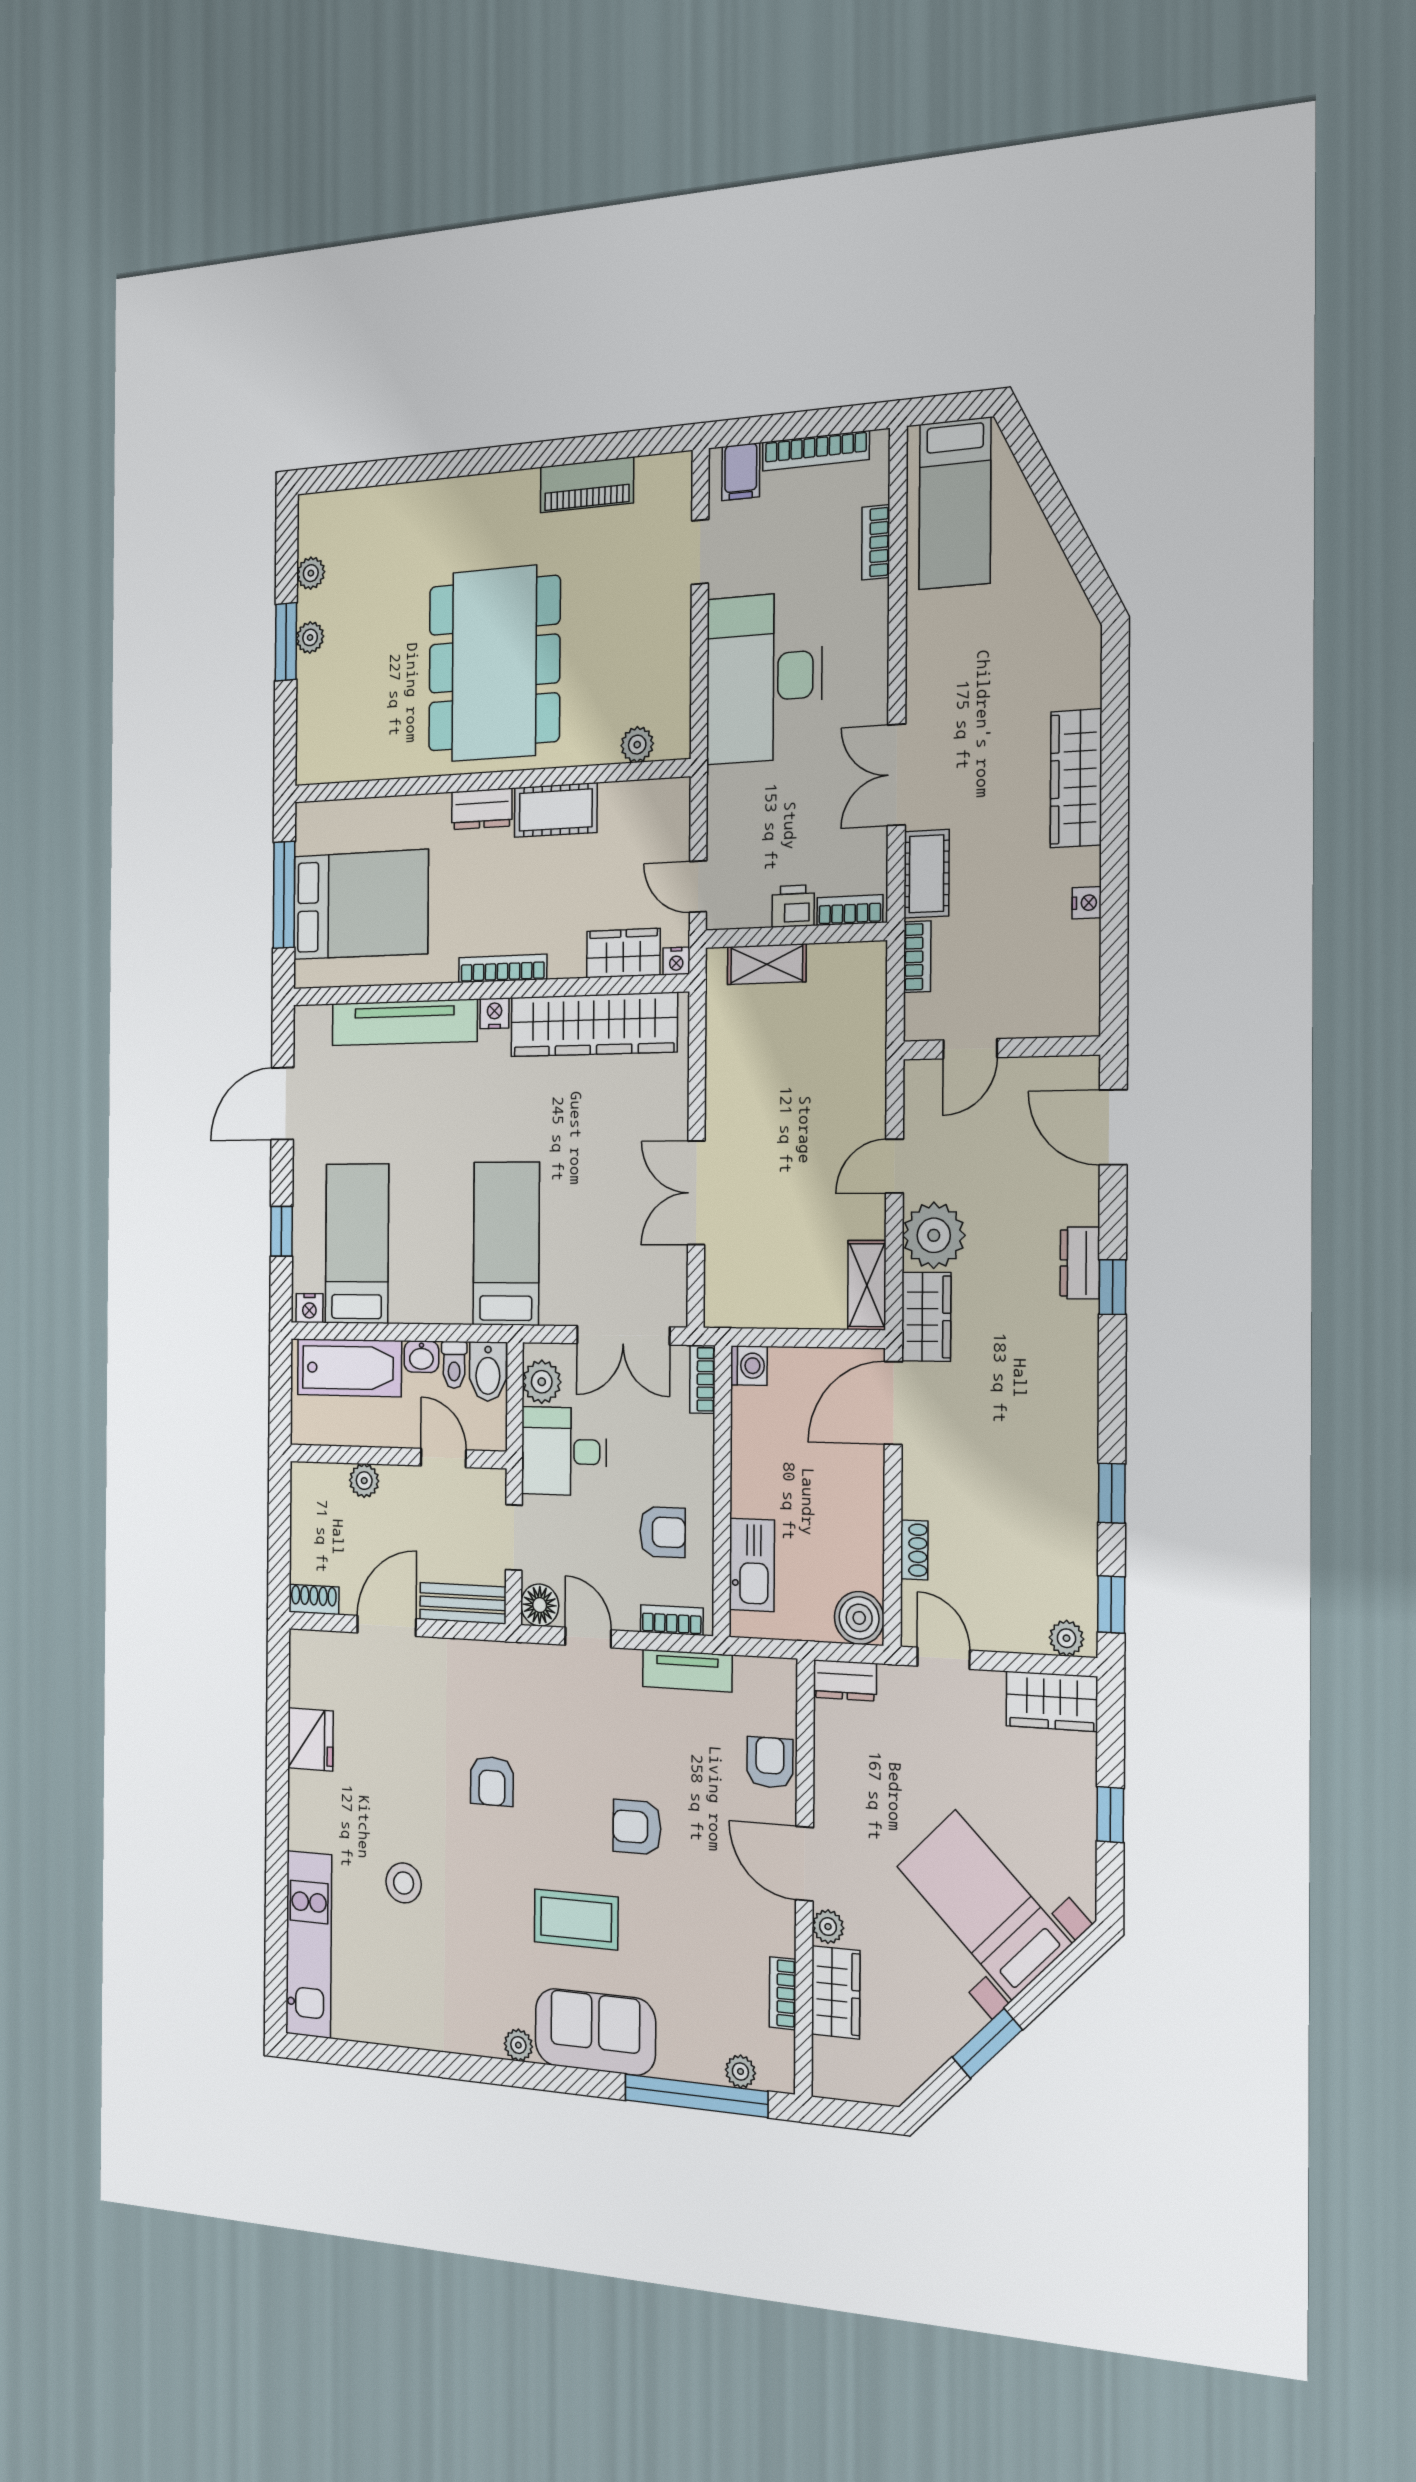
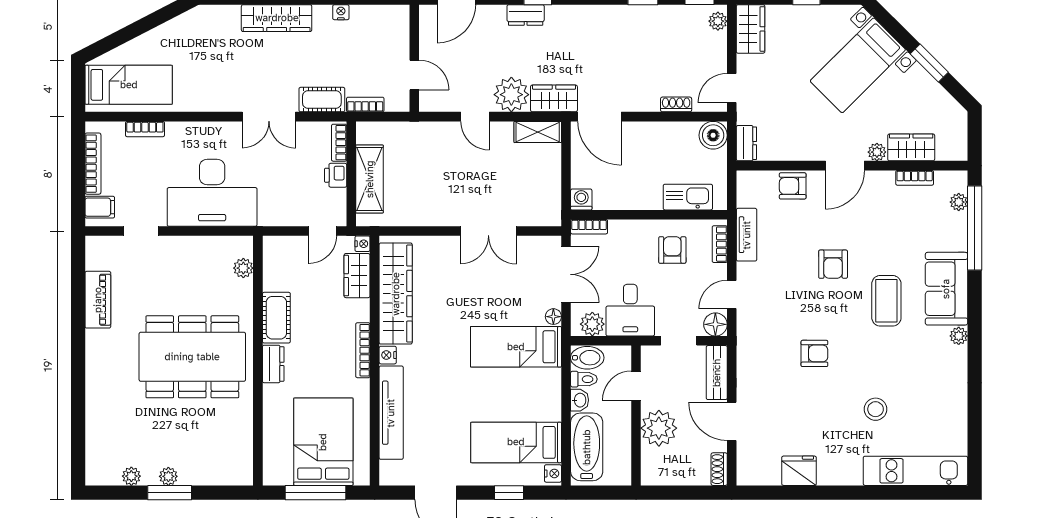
shelving: (767, 964) -> (370, 179), width x1.50, depth x1.33
floor lamp: (554, 1311) -> (553, 317), added
plant: (364, 1481) -> (659, 428), width x1.88, depth x1.88

